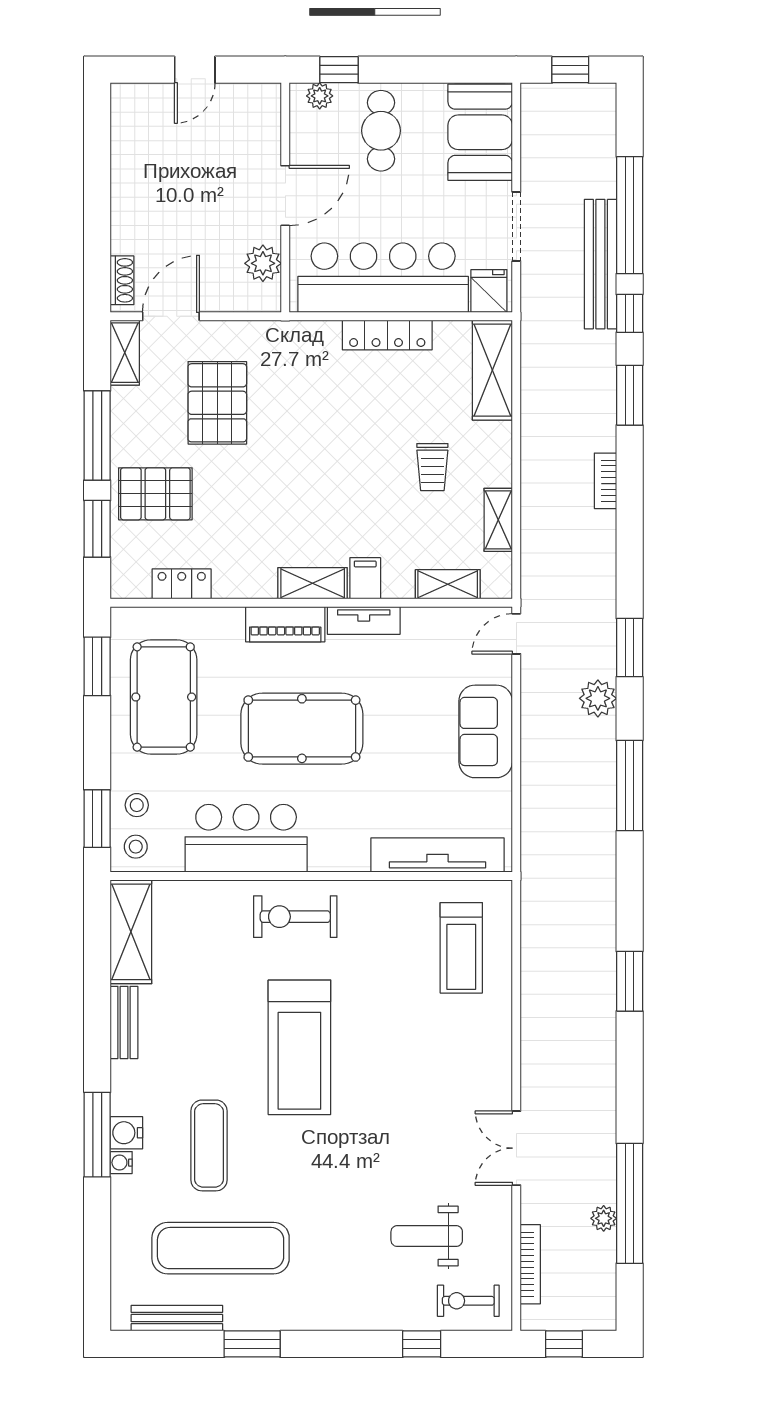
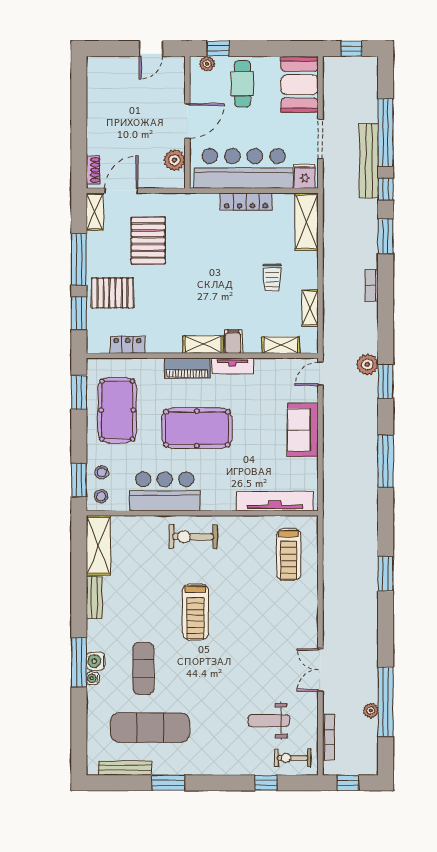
door: (195, 70) -> (151, 49), moved
plant: (598, 698) -> (367, 364), moved
treadmill: (299, 1047) -> (195, 612), width x0.73, depth x0.73

